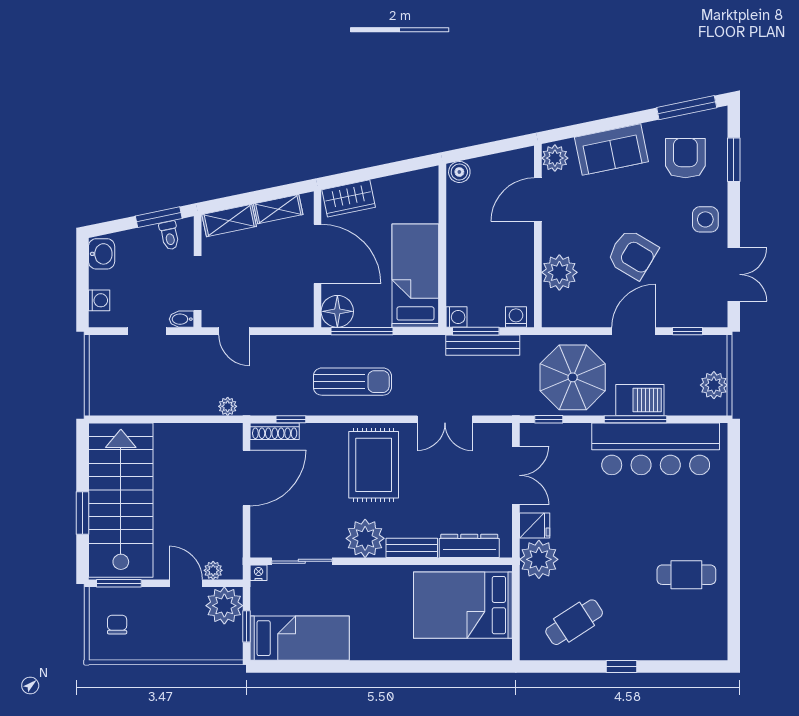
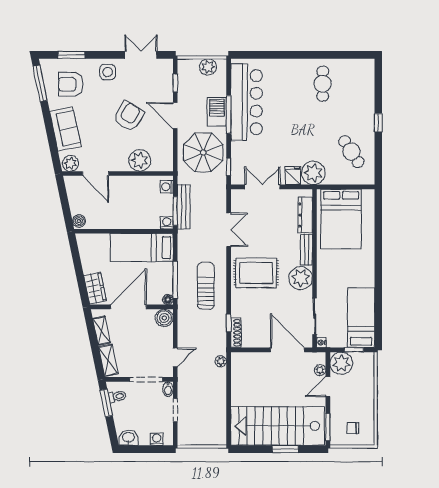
floor lamp: (337, 311) -> (168, 299), width x0.53, depth x0.53
boiler: (299, 313) -> (164, 318), added
door: (247, 478) -> (287, 350), moved

